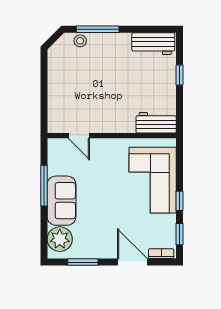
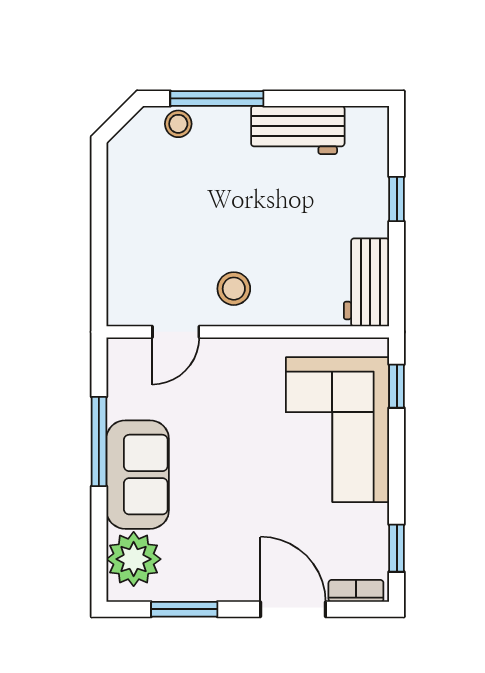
workbench: (153, 44) -> (298, 130), moved
stool: (105, 116) -> (234, 289), added
workbench: (156, 123) -> (367, 282), moved, turned -90
door: (79, 136) -> (176, 332), hinge flipped
window: (180, 201) -> (397, 386), moved

